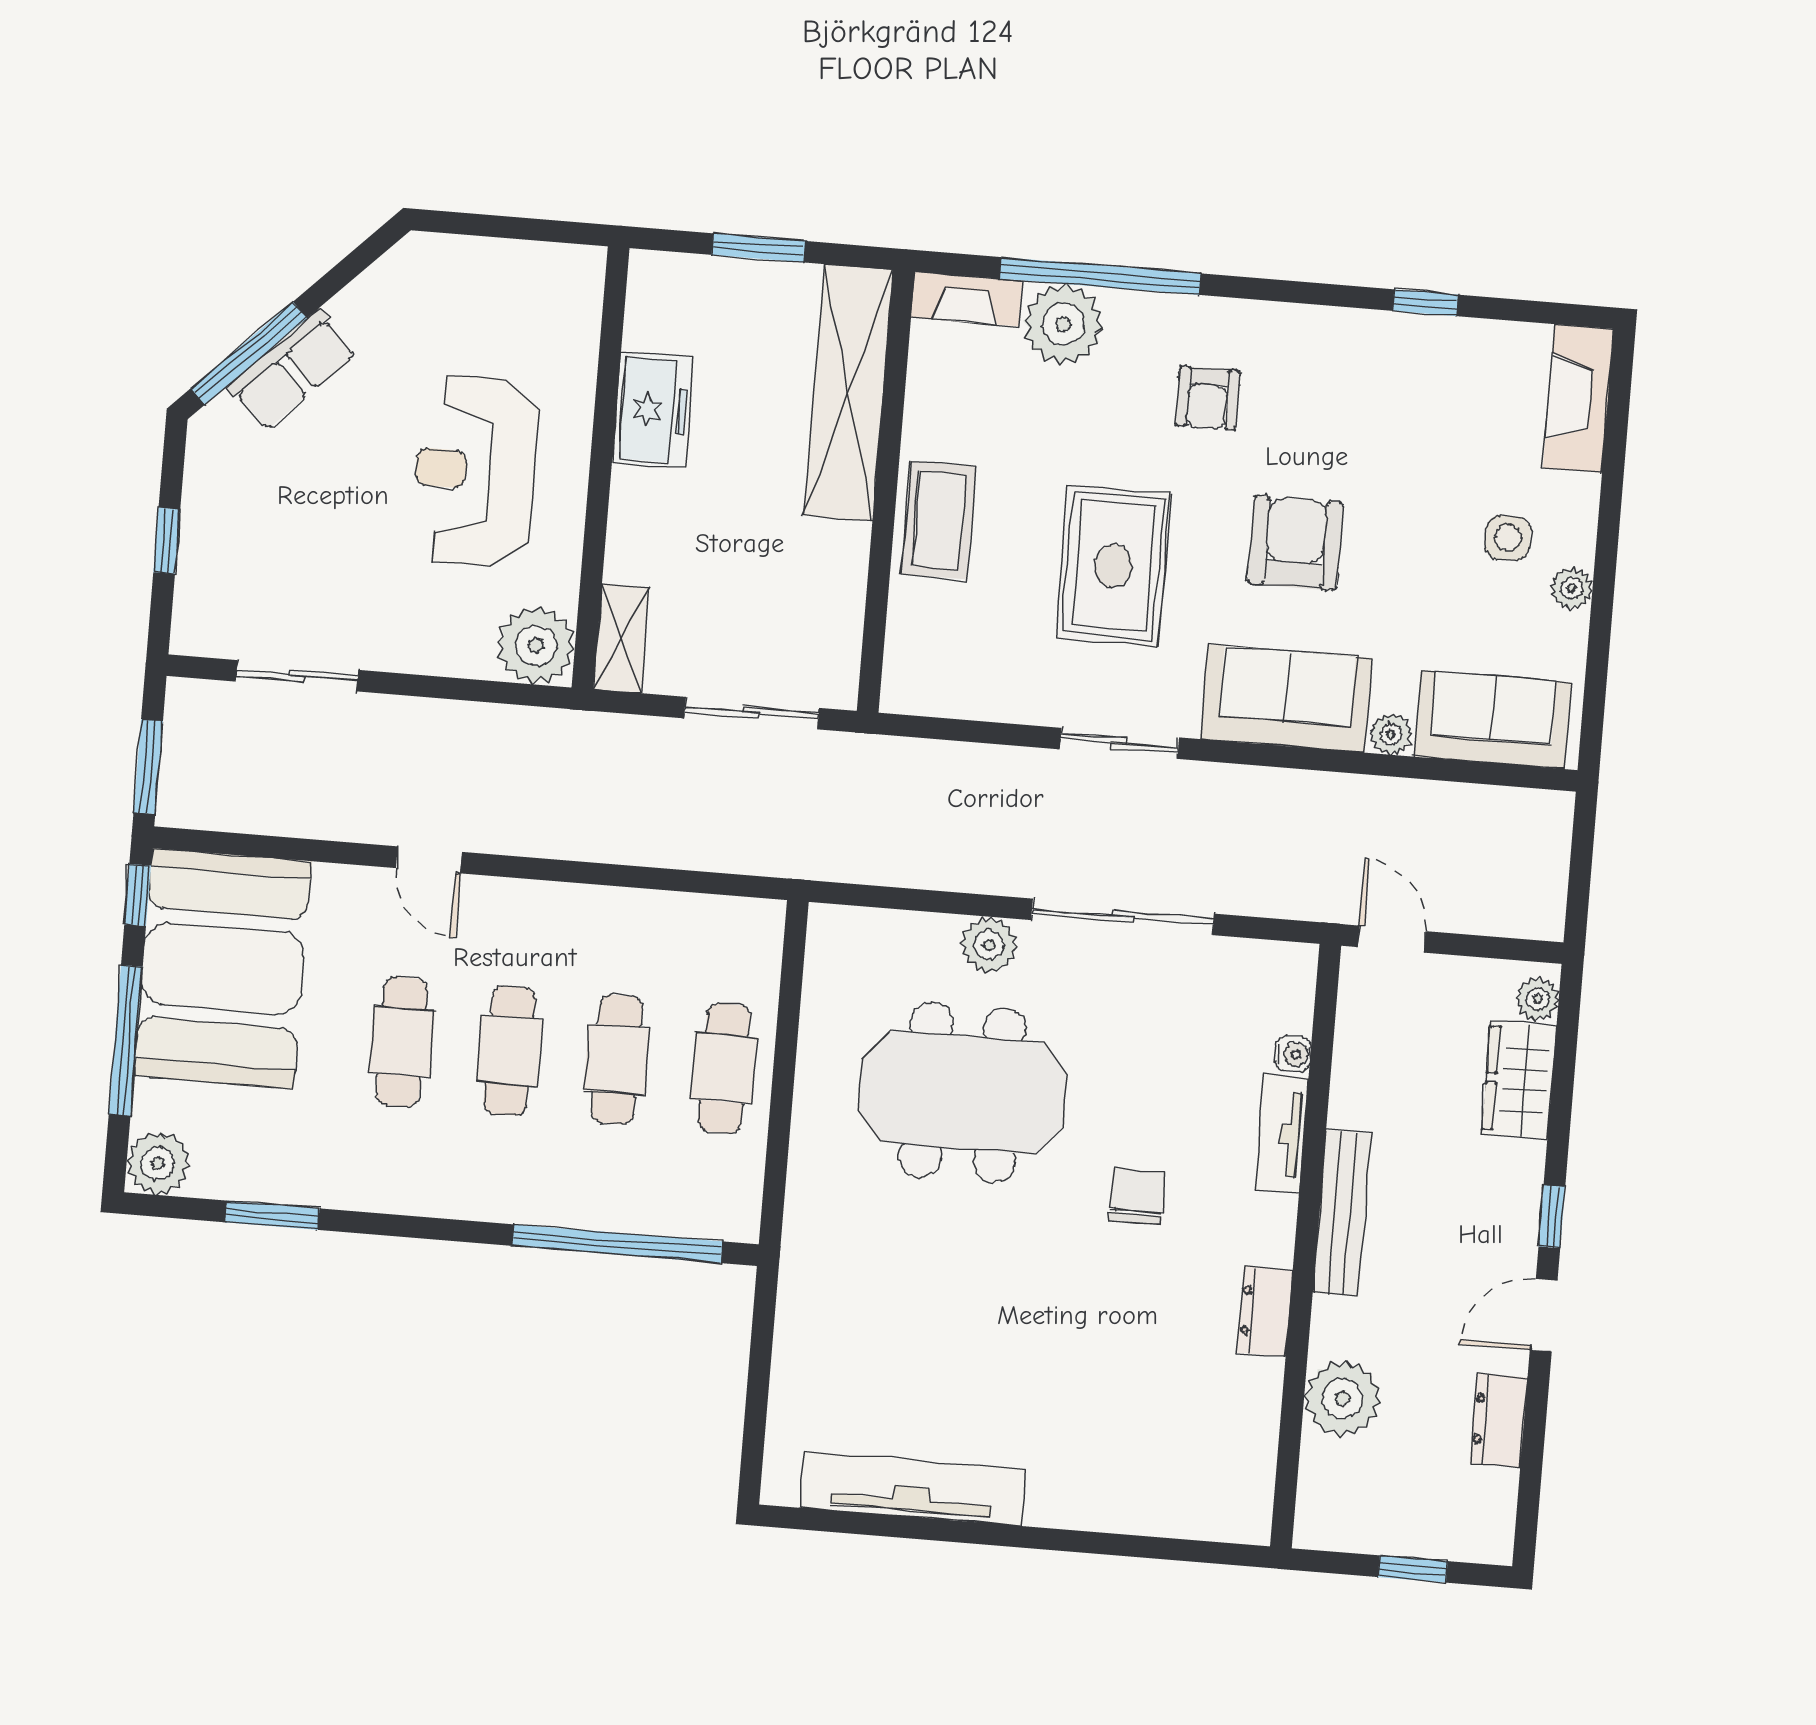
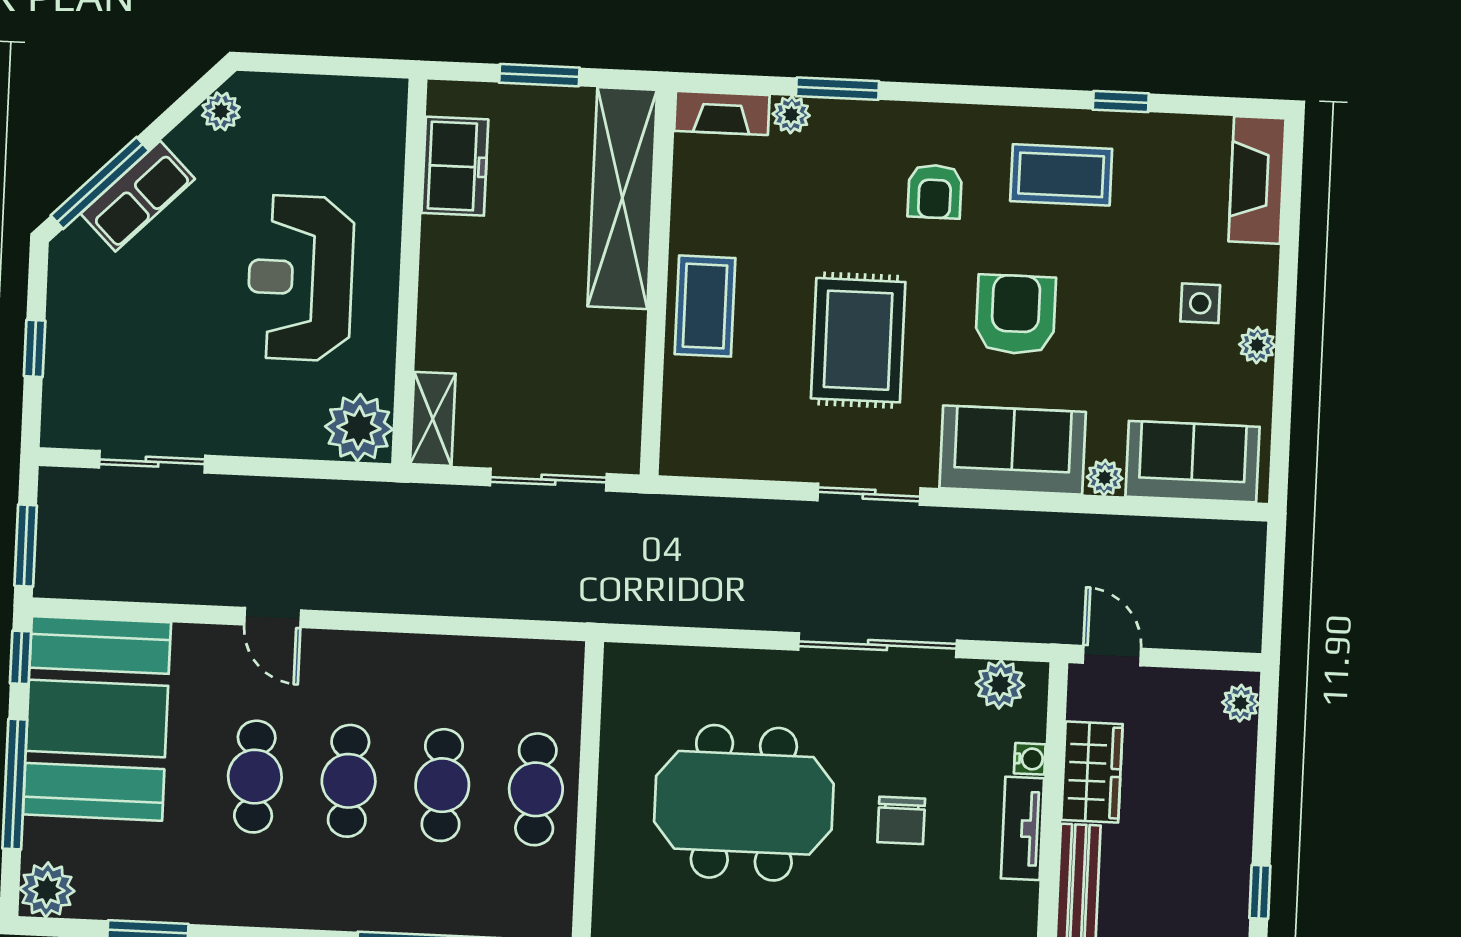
plant: (391, 276) -> (221, 111), added
window: (1100, 276) -> (837, 89), width x0.47
plant: (1063, 324) -> (791, 115), width x0.53, depth x0.53
coffee table: (1354, 384) -> (1061, 175), added
freezer: (652, 410) -> (455, 166), moved
plant: (989, 945) -> (1000, 684), moved
wardrobe: (1519, 1080) -> (1092, 772), moved, turned 180
chair: (1137, 1196) -> (901, 820), moved, turned 180

